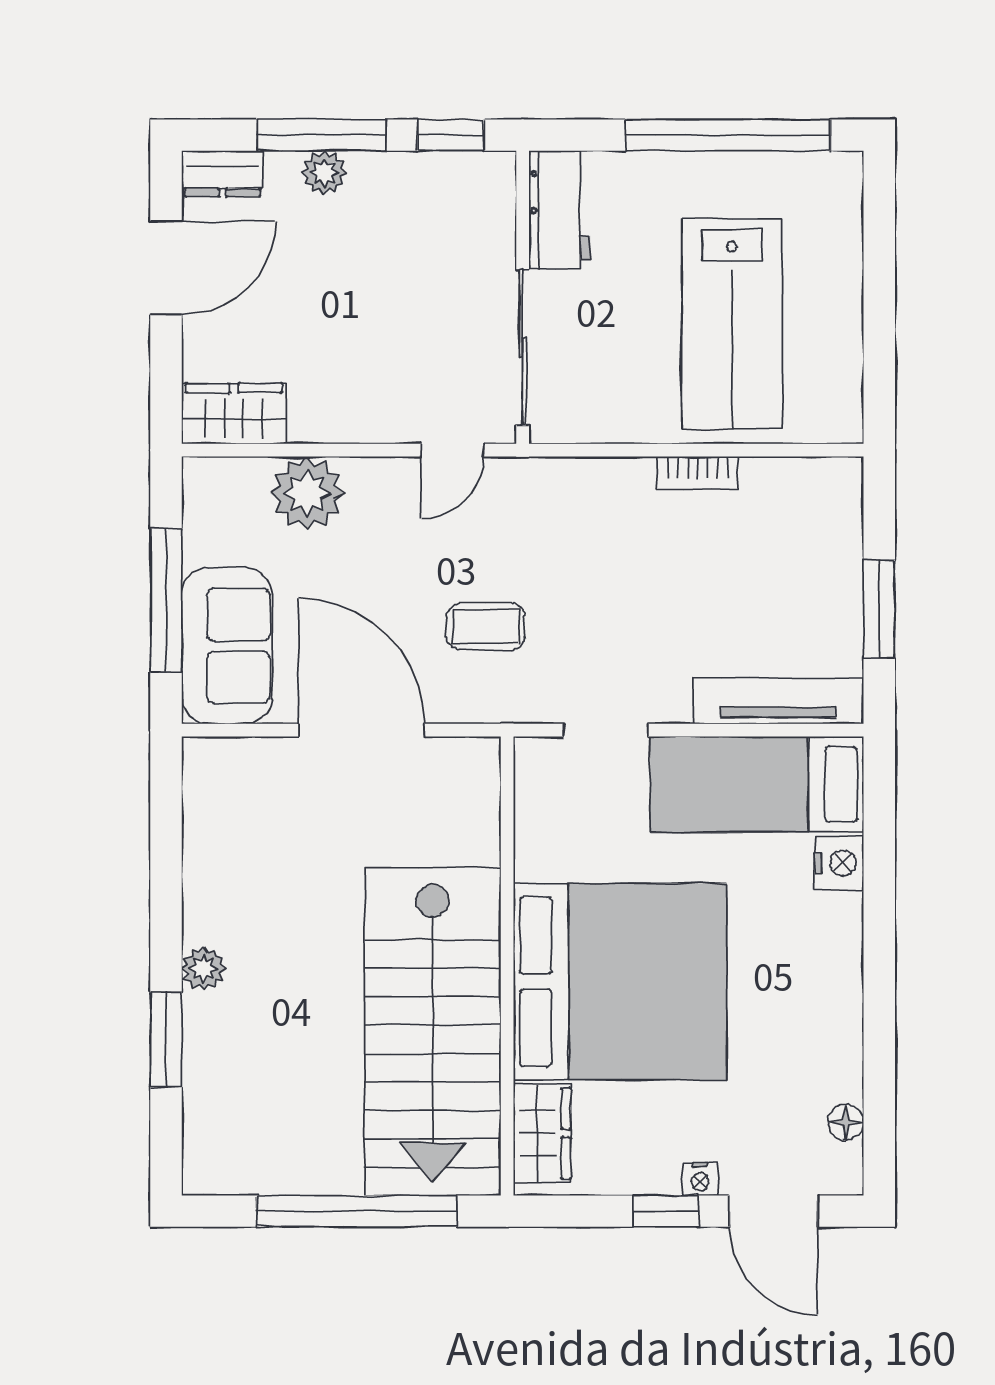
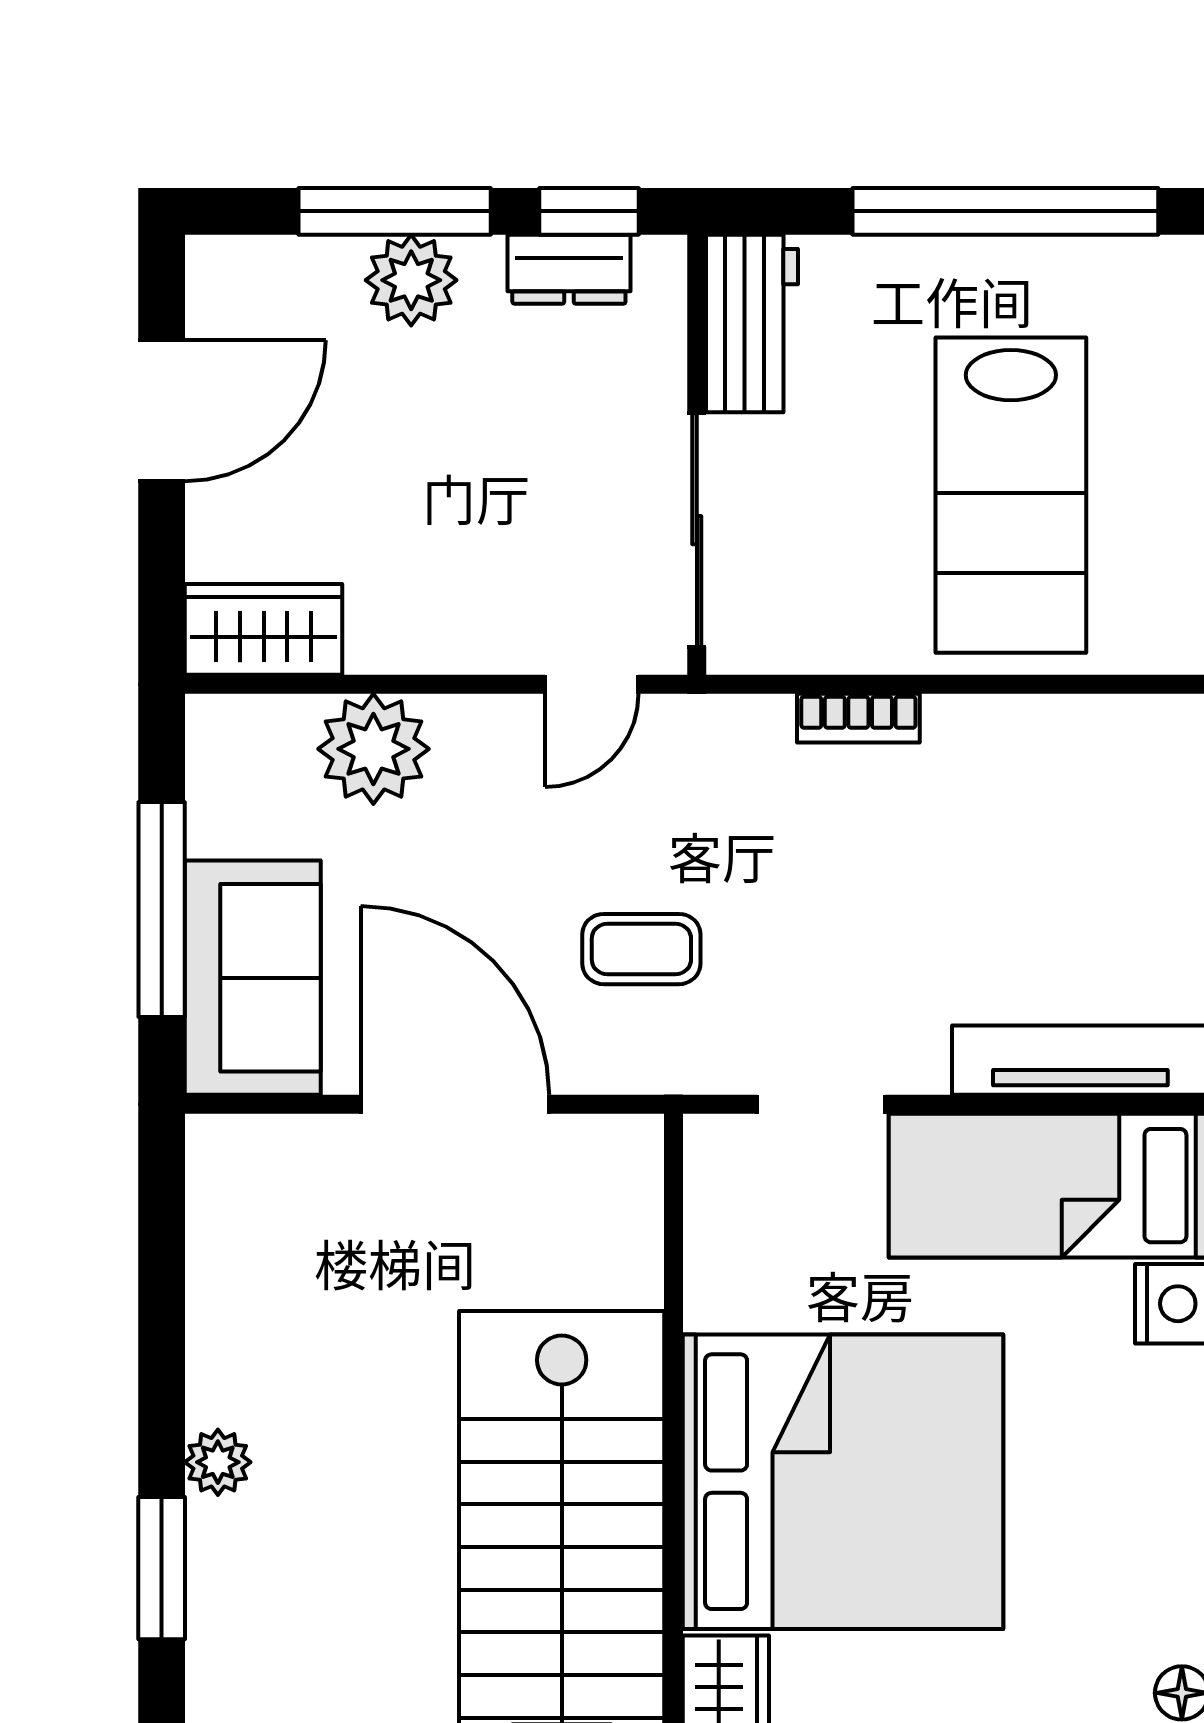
plant: (324, 173) -> (411, 280), width x1.38, depth x1.38
dresser: (222, 174) -> (569, 269), moved
bookcase: (698, 473) -> (858, 718), moved

